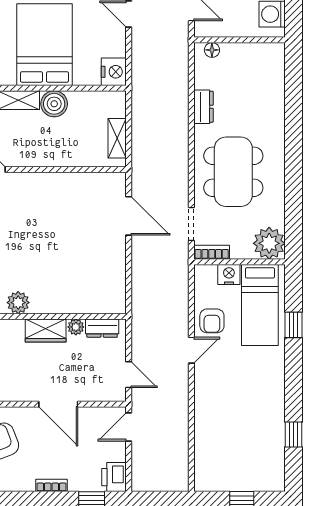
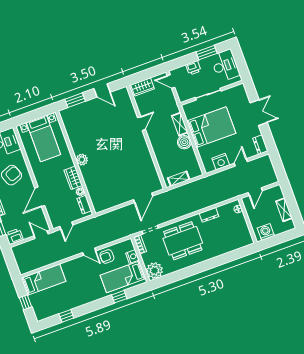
nightstand: (114, 72) -> (221, 162), moved
bed: (213, 452) -> (44, 280), added

